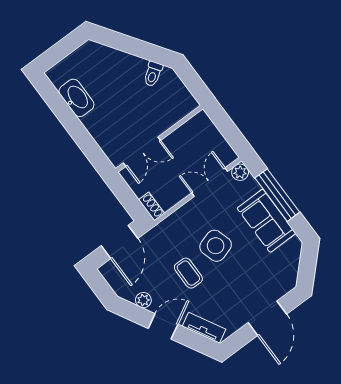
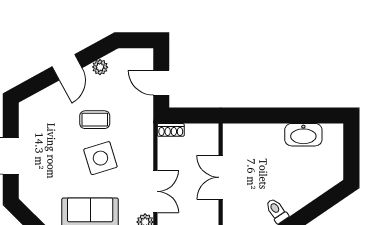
double door: (142, 152) -> (221, 177), moved
door: (119, 242) -> (161, 83), width x0.73
tv unit: (204, 328) -> (41, 99), removed

